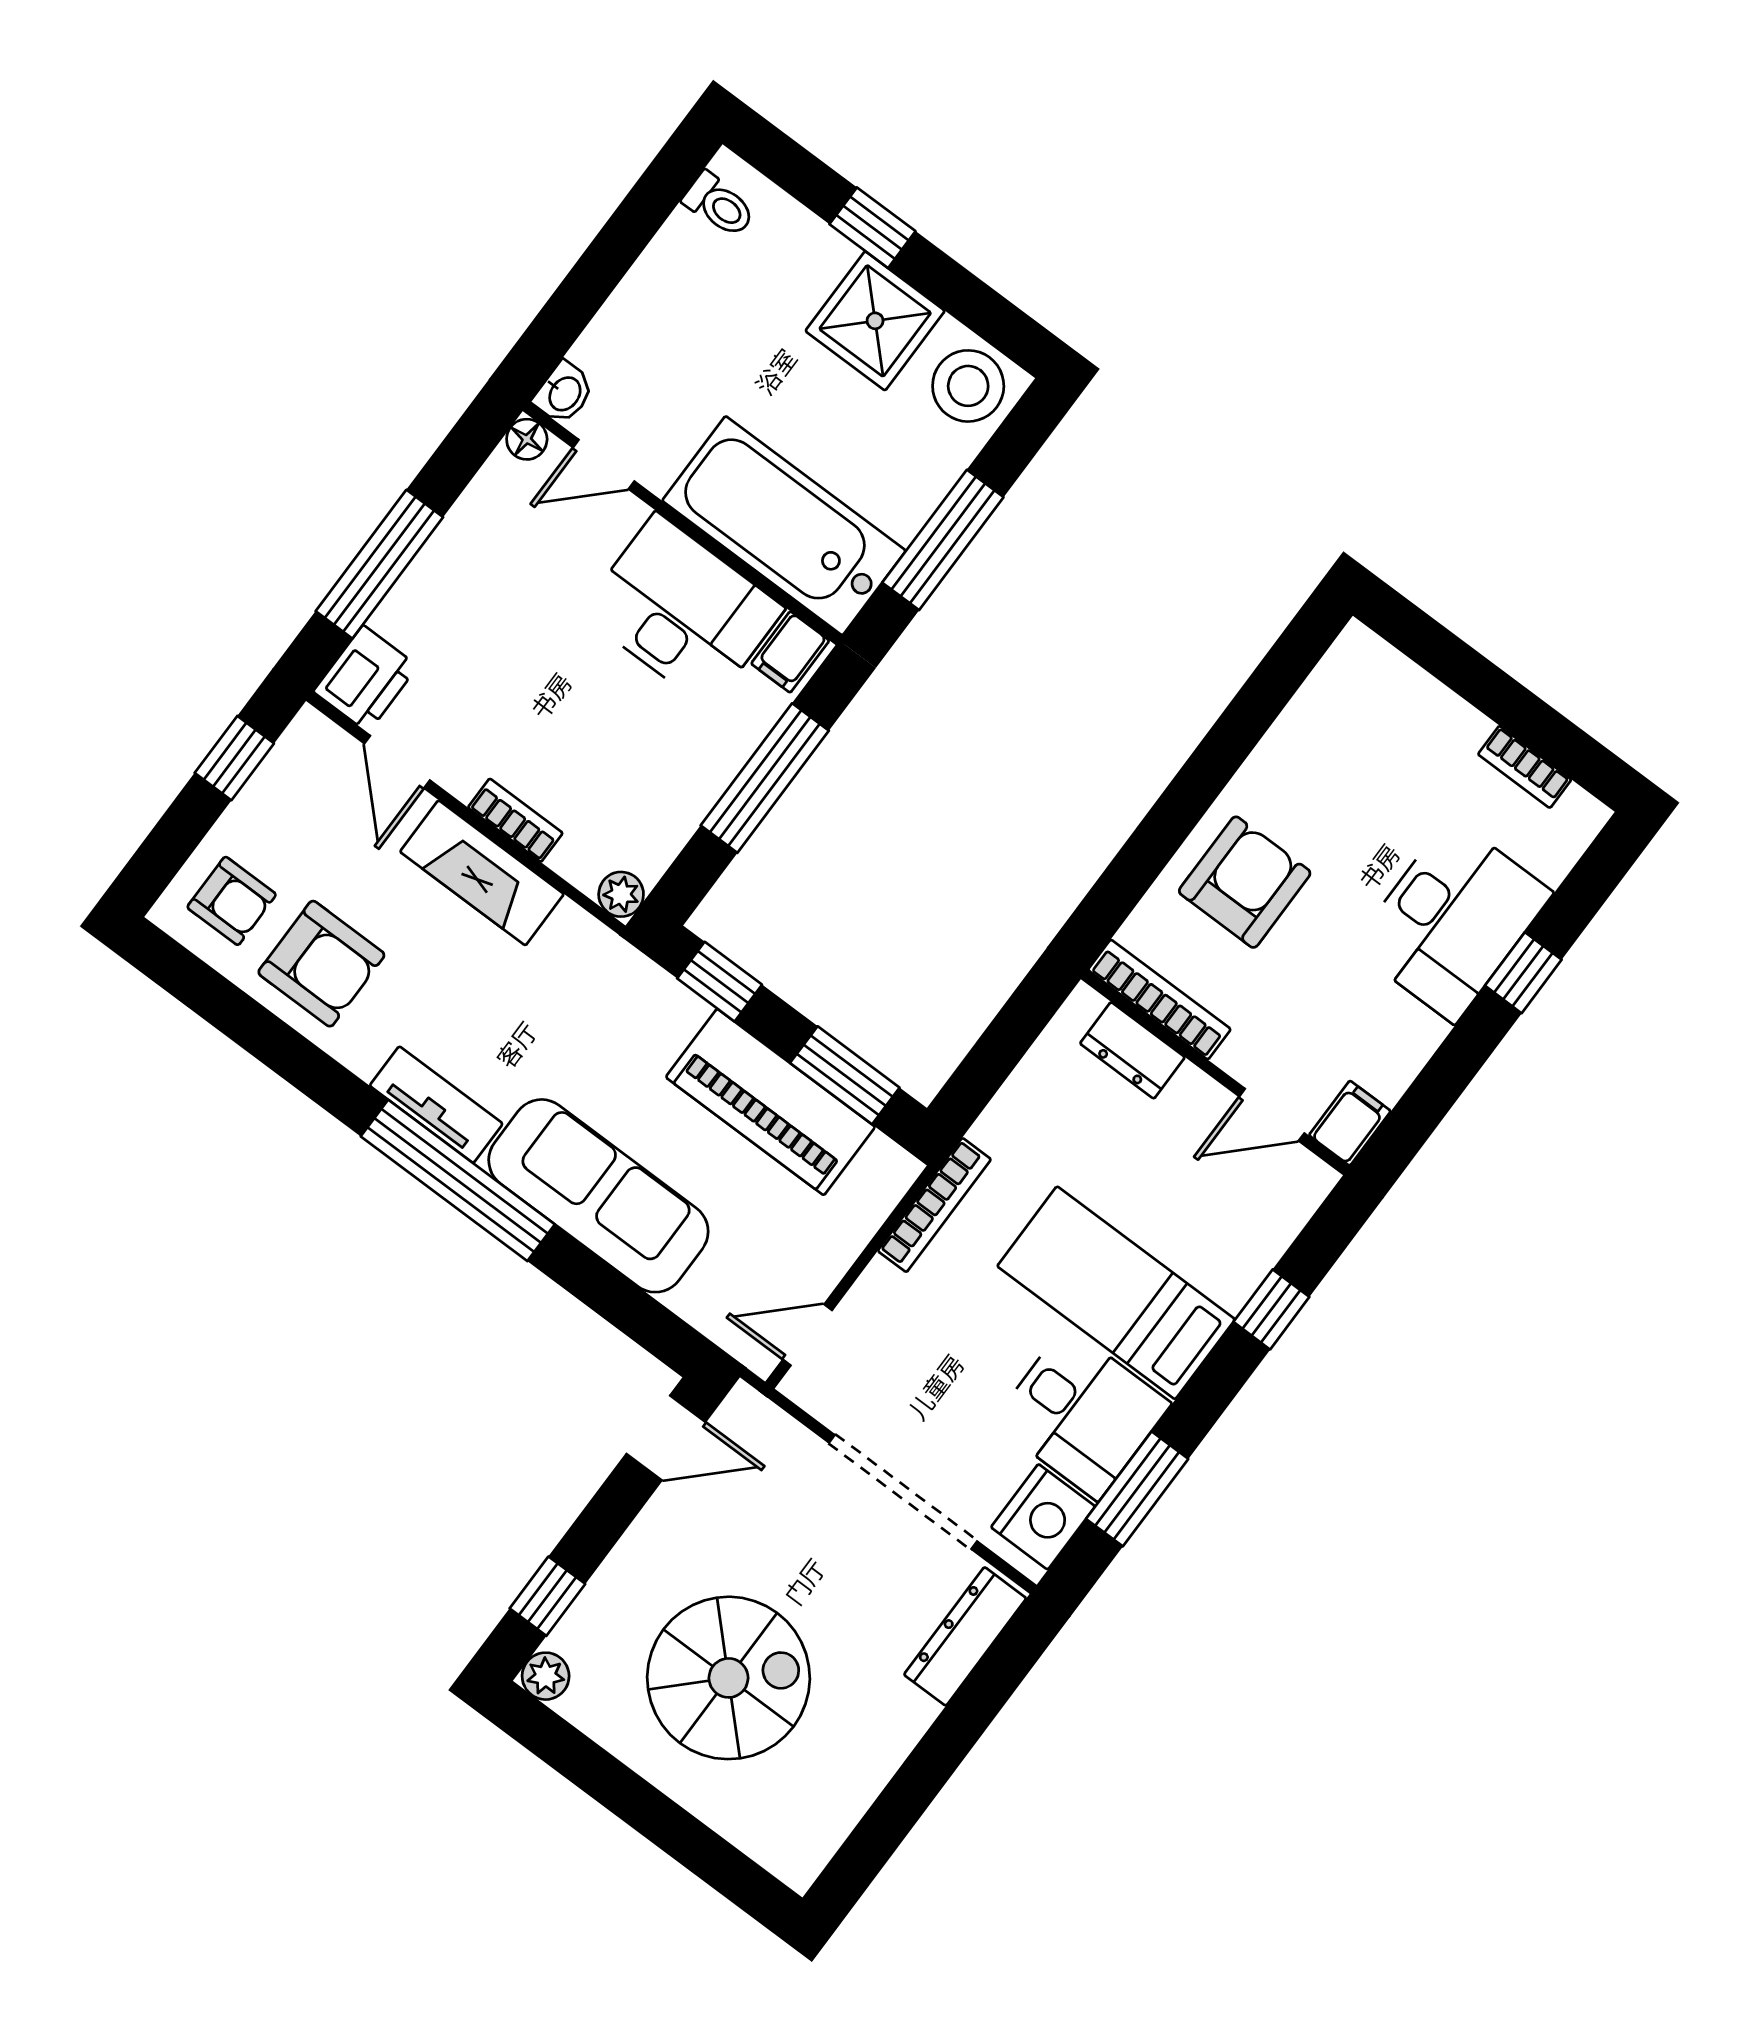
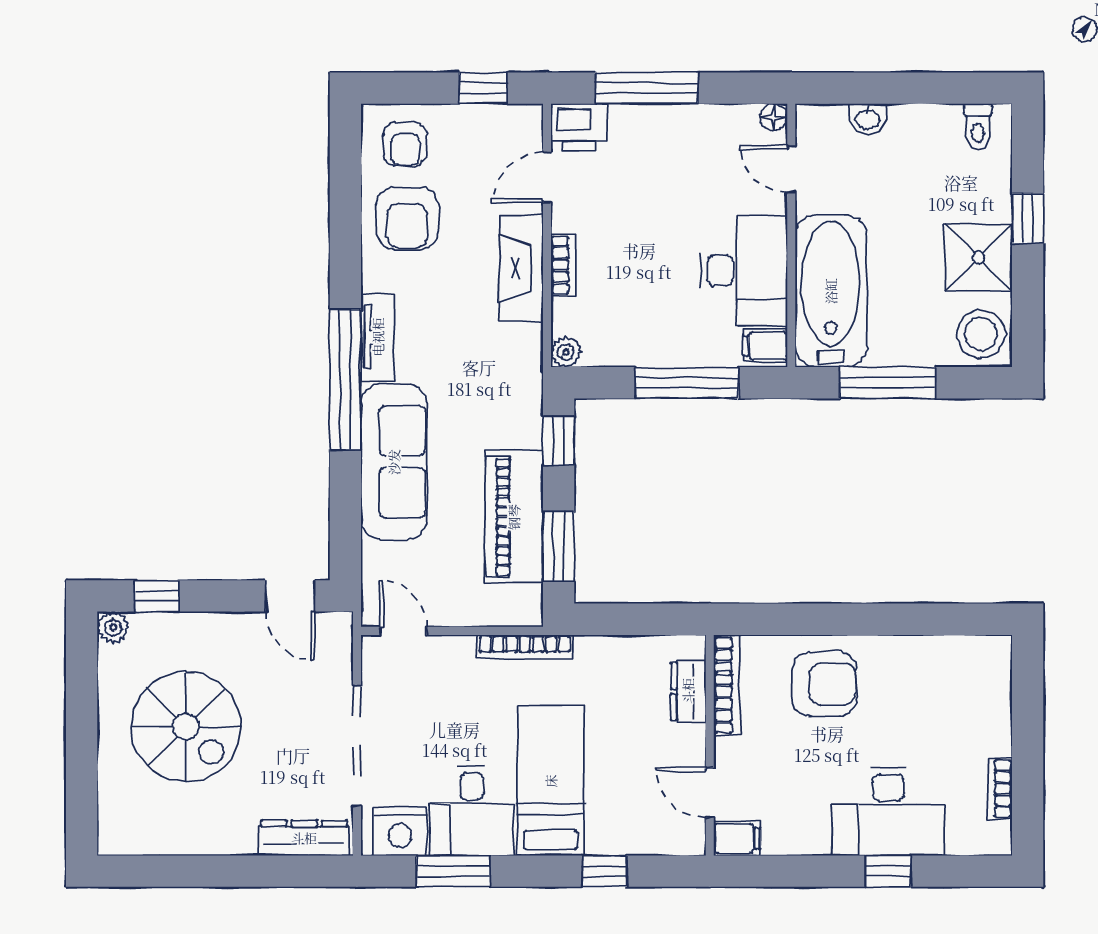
washbasin: (564, 393) -> (868, 119), moved

